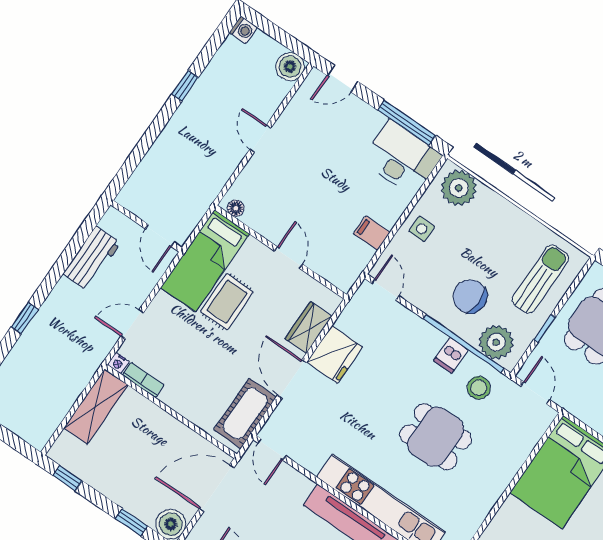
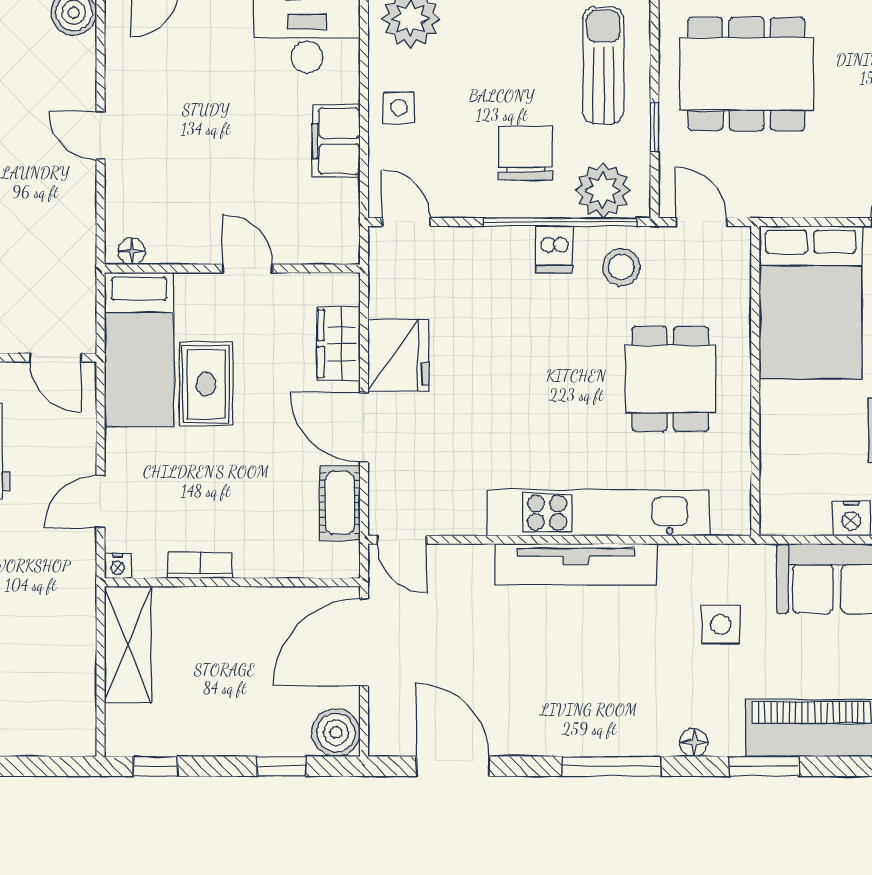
filing cabinet: (372, 233) -> (336, 141), width x2.00
chair: (470, 296) -> (525, 153), turned 90
bookcase: (143, 380) -> (200, 565), moved
cot: (245, 413) -> (340, 503), width x0.73, depth x0.75
dining table: (436, 437) -> (670, 379), moved, turned 90

